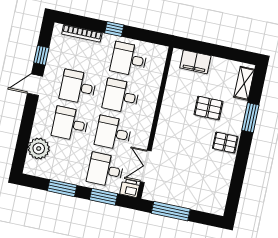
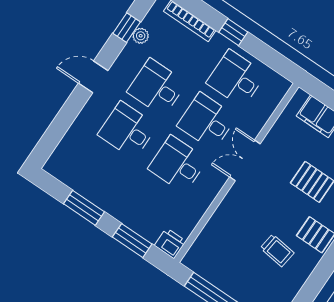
door: (35, 85) -> (93, 77), moved
plant: (39, 149) -> (141, 36), moved, width x0.53, depth x0.53
trolley: (204, 164) -> (277, 250), added
double door: (146, 166) -> (245, 160), moved
desk: (105, 170) -> (148, 207), removed

